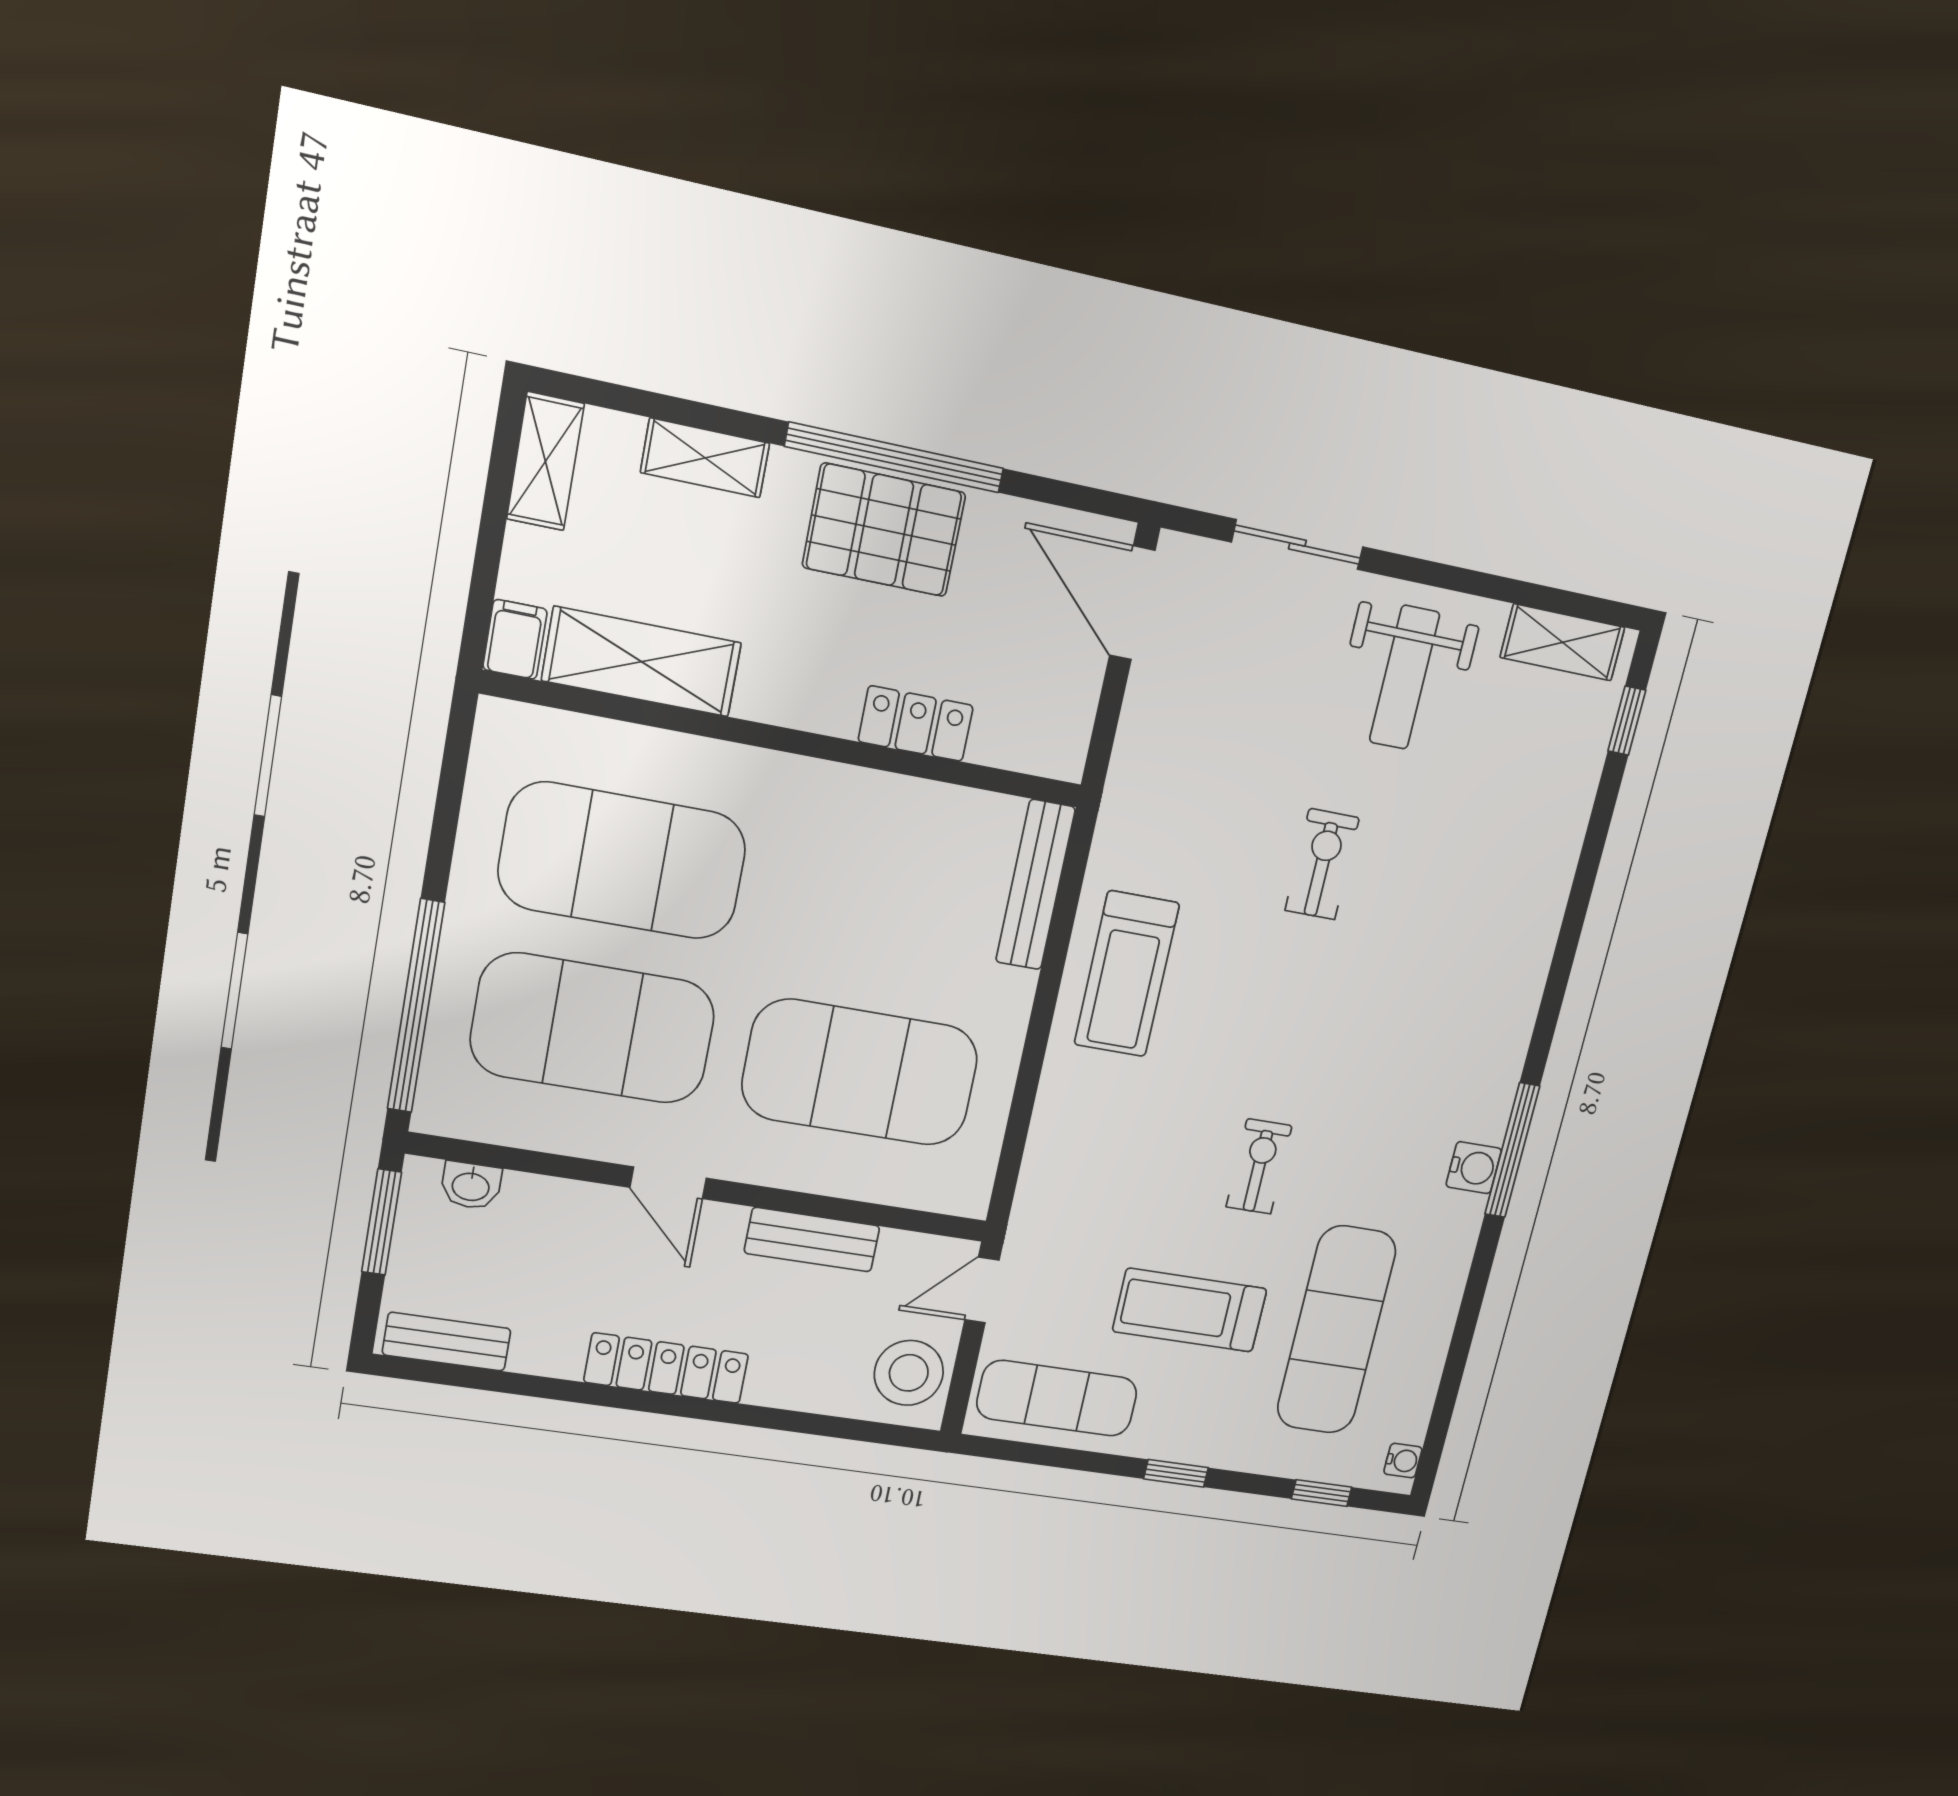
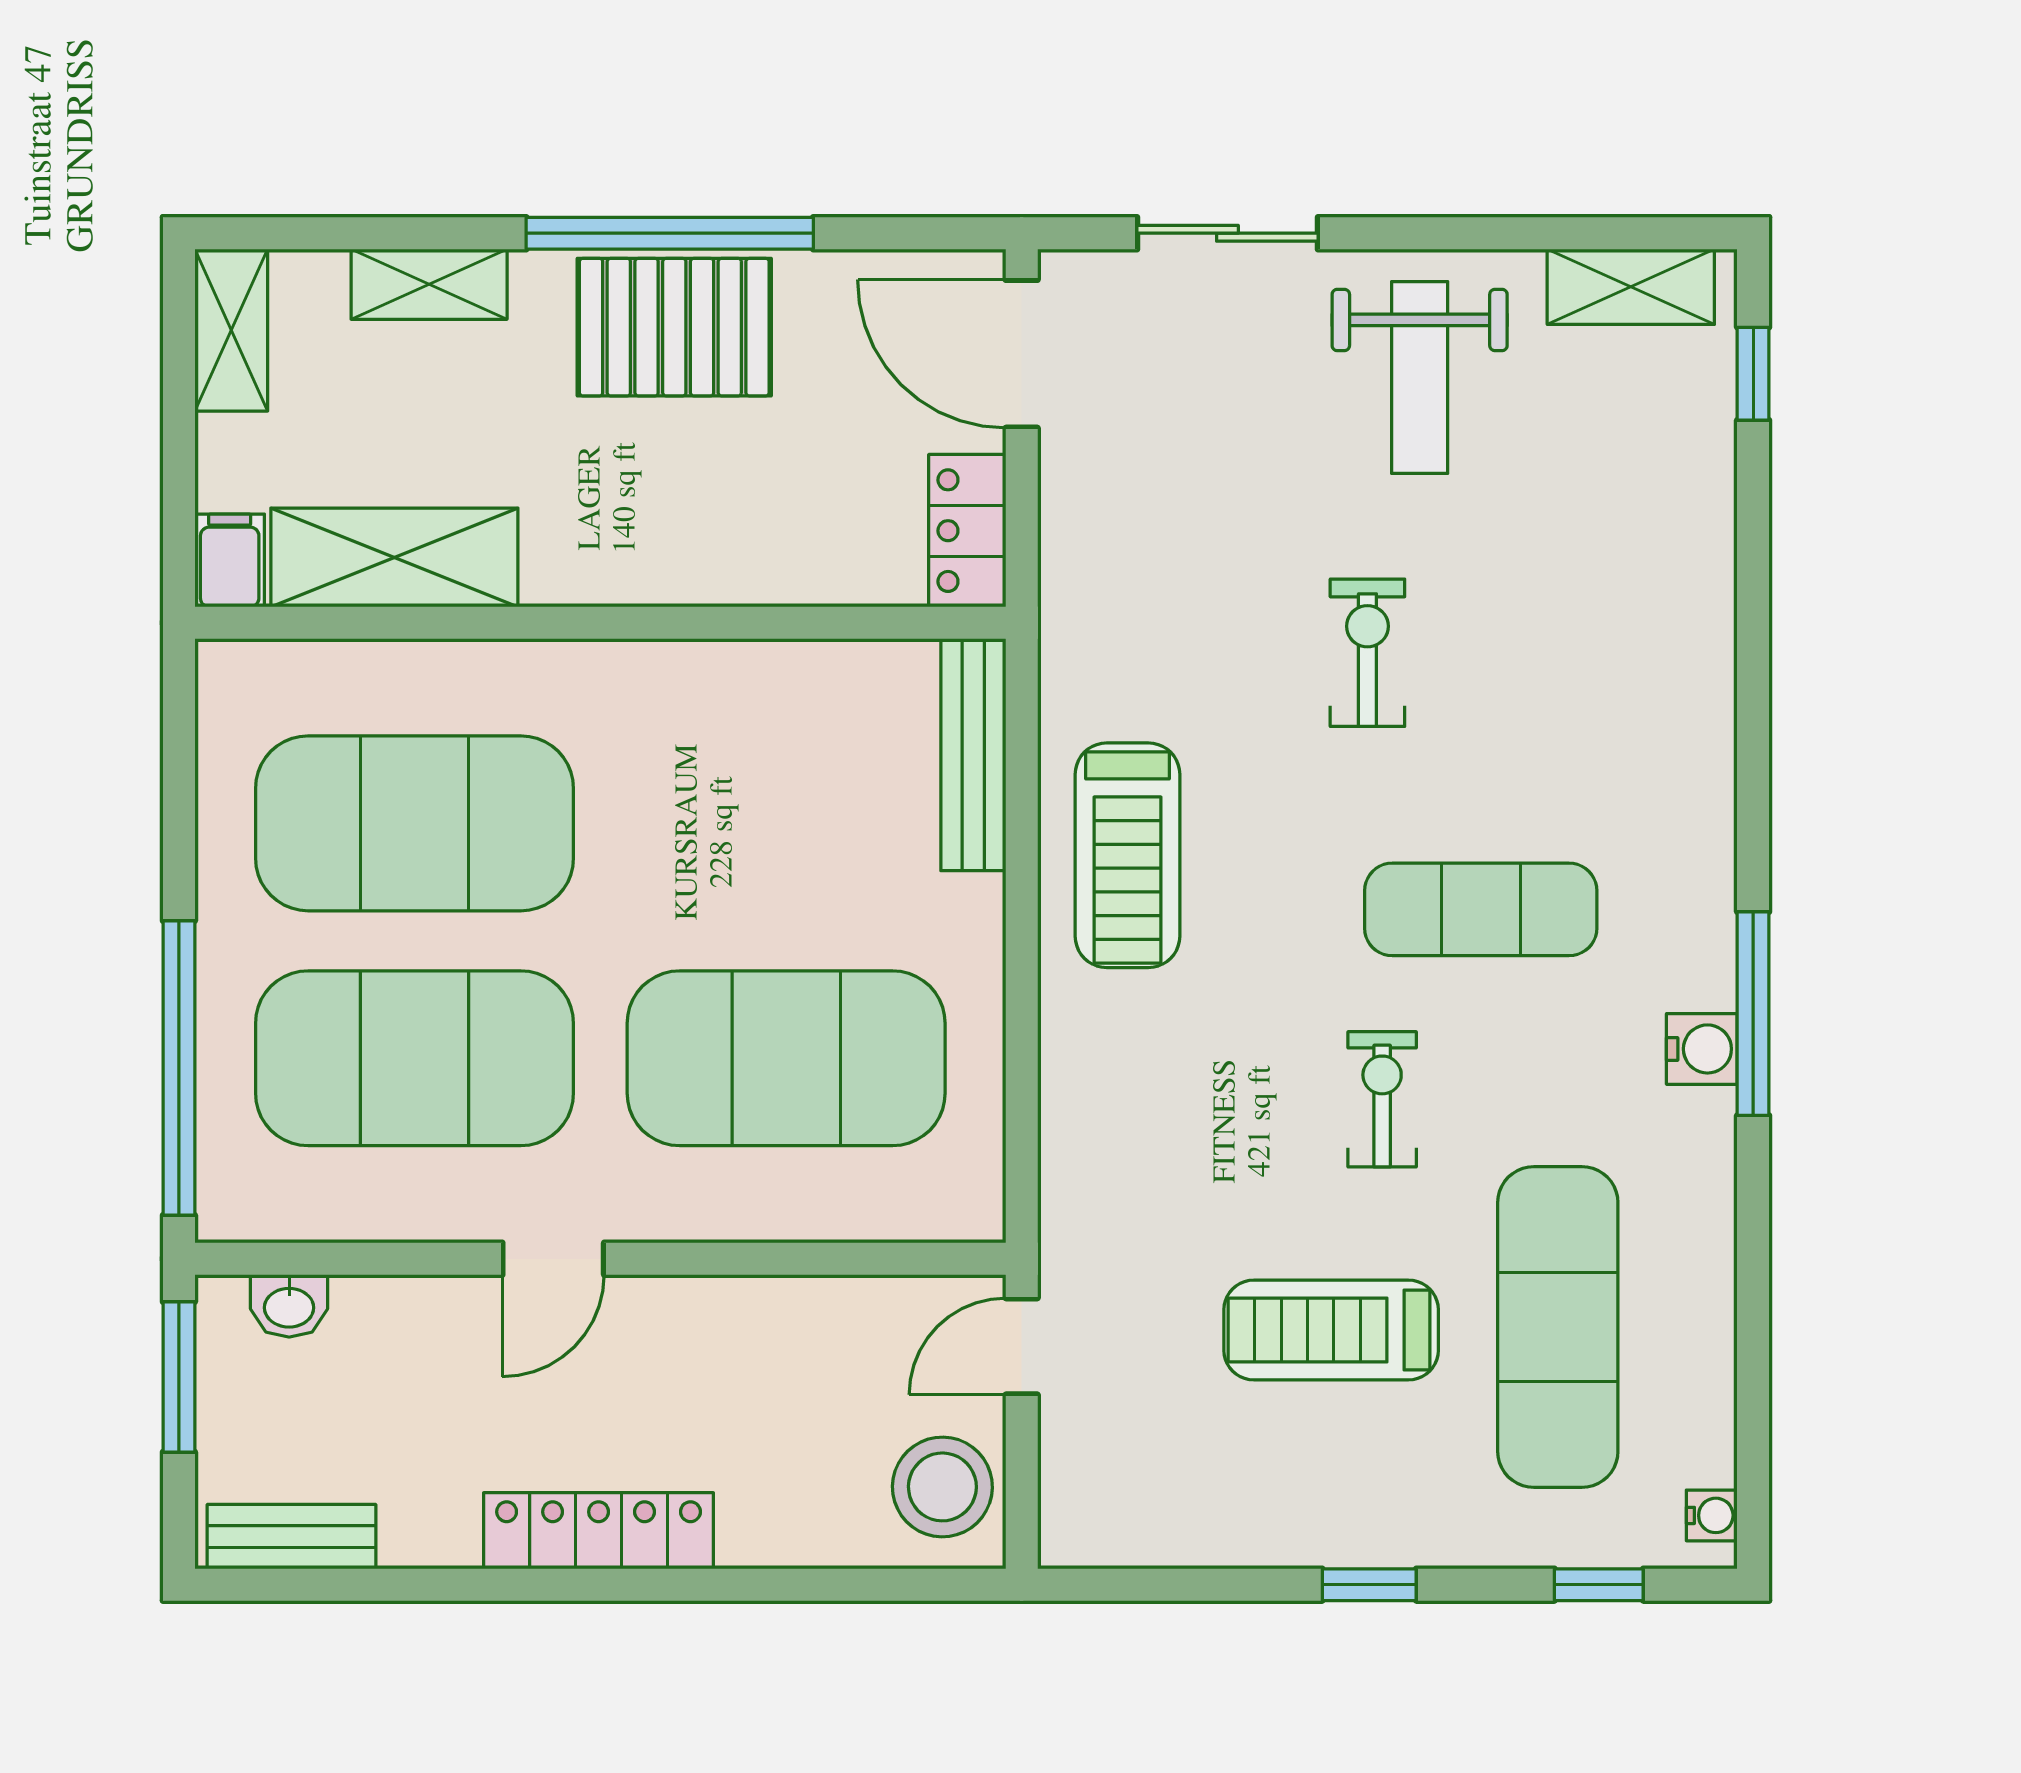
locker: (916, 724) -> (967, 531), moved, turned -90
door: (668, 1183) -> (553, 1259), hinge flipped
bench: (812, 1240) -> (766, 1310), removed
exercise mat: (1057, 1398) -> (1481, 909), moved

